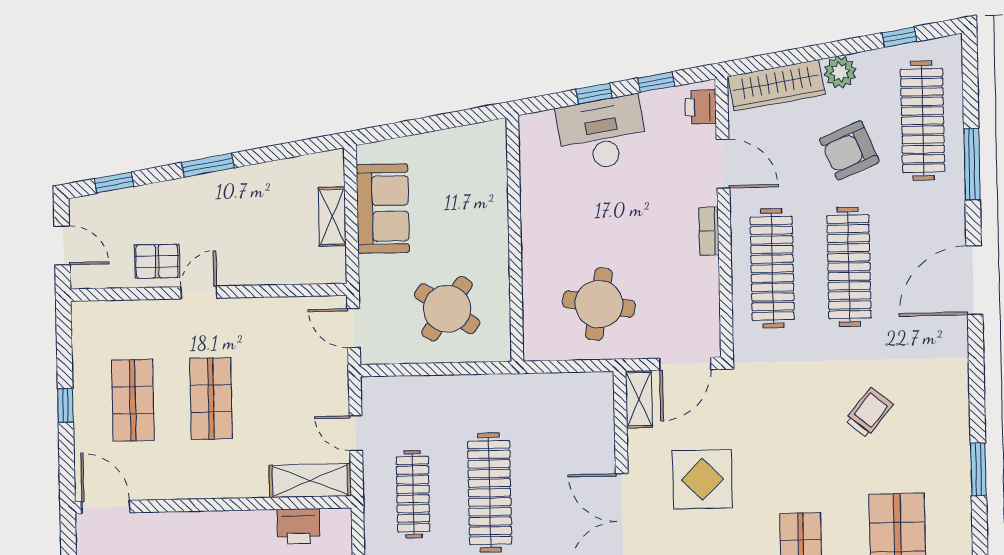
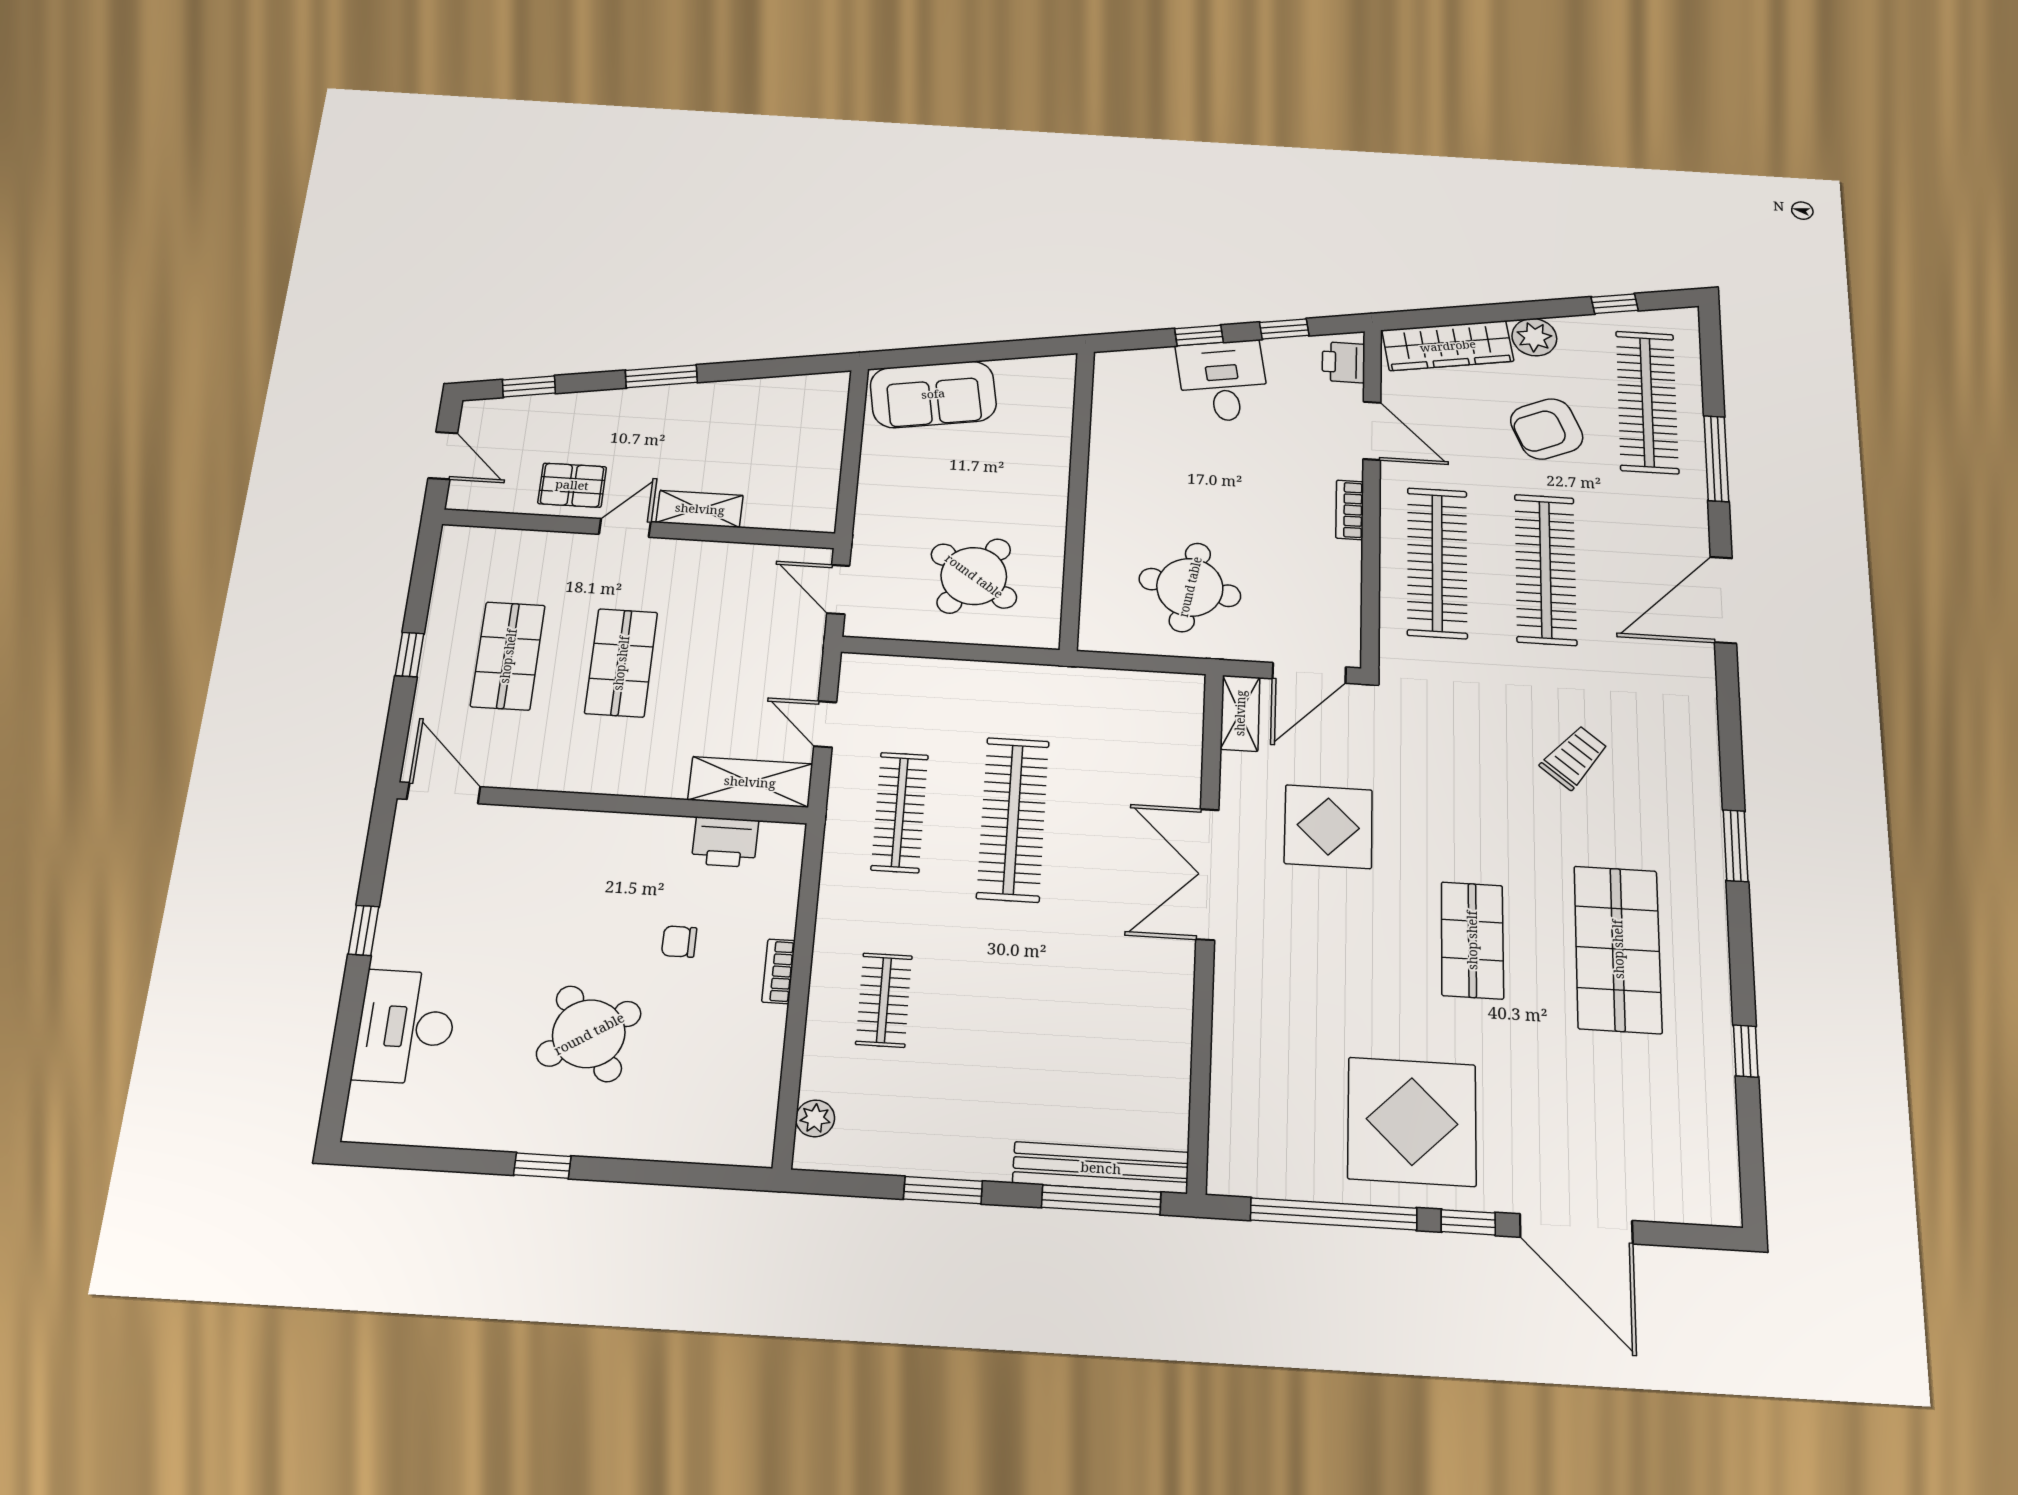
desk: (602, 134) -> (1223, 381), width x0.73
sofa: (383, 209) -> (933, 394), moved, turned 81
shelving: (332, 217) -> (700, 509), moved, turned 90

